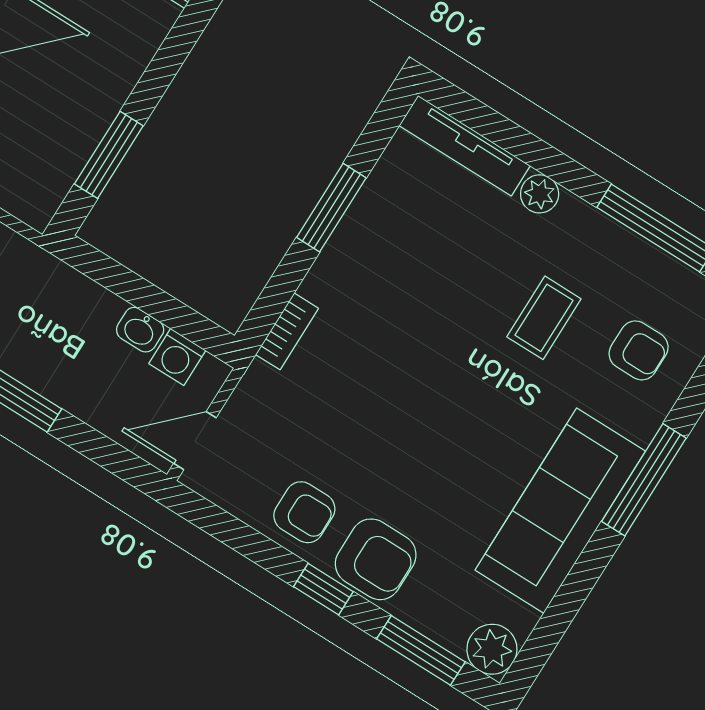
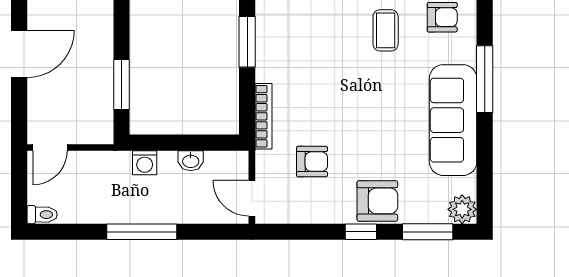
bookcase: (287, 331) -> (264, 116), width x1.56
washing machine: (177, 357) -> (145, 163), moved
door: (195, 441) -> (252, 198), hinge flipped
armchair: (304, 512) -> (312, 162), moved

